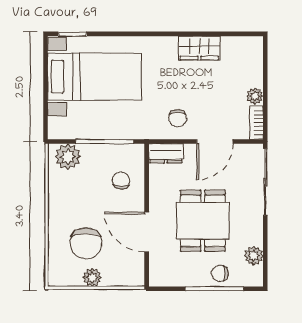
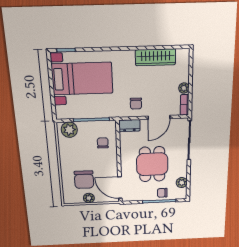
wardrobe: (199, 48) -> (155, 57), width x1.50
door: (147, 232) -> (120, 188), moved

